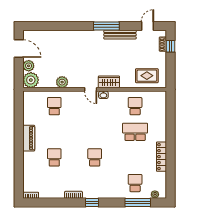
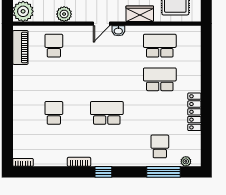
wardrobe: (109, 82) -> (140, 14), moved
door: (91, 89) -> (102, 24), hinge flipped
school desk: (135, 106) -> (160, 46), width x1.85
piano: (29, 138) -> (20, 47), moved
school desk: (95, 157) -> (107, 113), width x1.85

